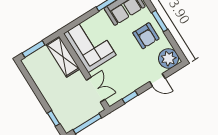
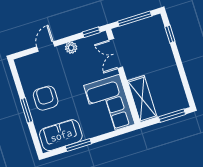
plant: (168, 59) -> (71, 48), moved, width x0.53, depth x0.53
door: (157, 80) -> (46, 47), hinge flipped
window: (130, 97) -> (91, 32), moved

